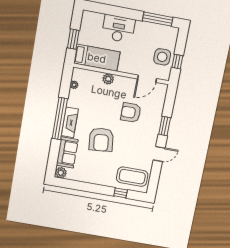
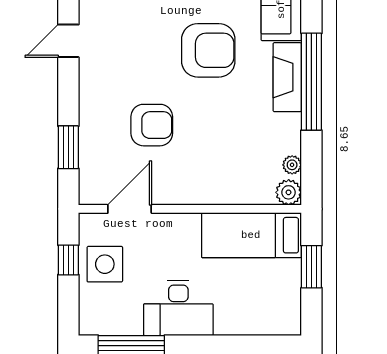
desk: (118, 29) -> (178, 308), moved
plant: (108, 79) -> (289, 192), moved
window: (165, 126) -> (68, 147), moved
armchair: (101, 140) -> (208, 50), turned 96

